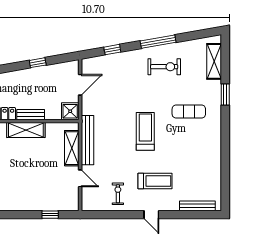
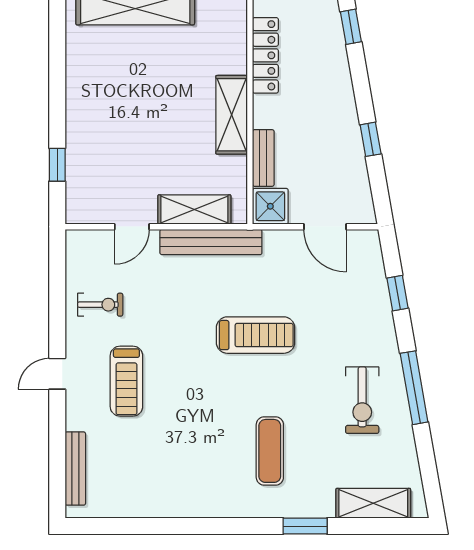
bench: (31, 115) -> (263, 158), moved
treadmill: (145, 131) -> (255, 335), moved

